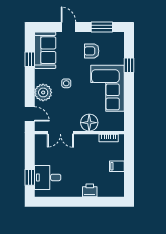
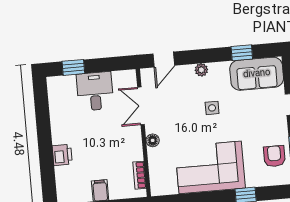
armchair: (92, 51) -> (274, 156), moved
plant: (43, 92) -> (201, 70), width x0.53, depth x0.53
floor lamp: (89, 123) -> (153, 140), width x0.53, depth x0.53
desk: (48, 177) -> (95, 91), moved

